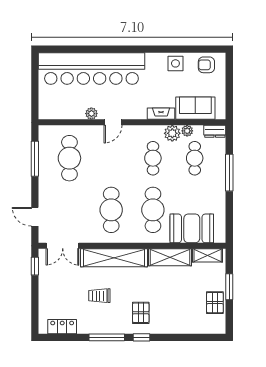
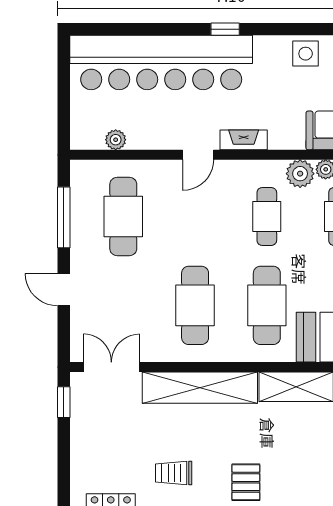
window: (129, 49) -> (225, 29), added
plant: (91, 114) -> (116, 140), moved
fireplace: (161, 114) -> (244, 140), moved
door: (35, 217) -> (64, 290), moved
double door: (63, 246) -> (111, 367), swing flipped
trolley: (99, 296) -> (174, 473), moved

